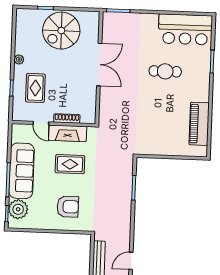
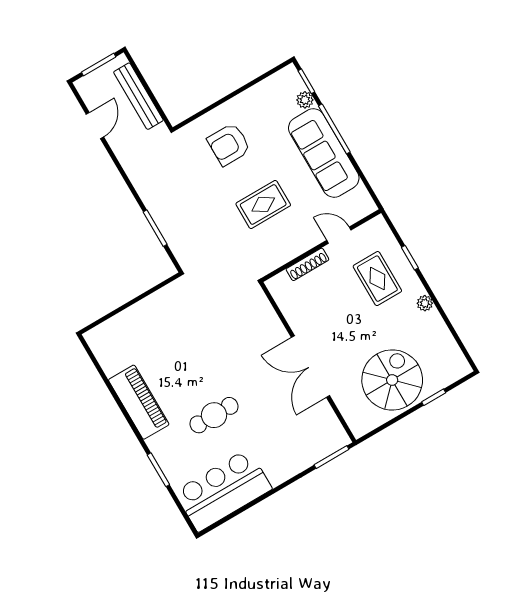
piano: (199, 124) -> (139, 402), moved
fireplace: (68, 133) -> (293, 245), removed
plant: (18, 209) -> (305, 100), width x0.53, depth x0.53

